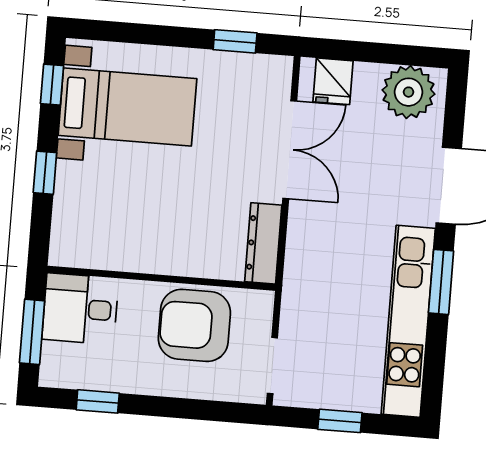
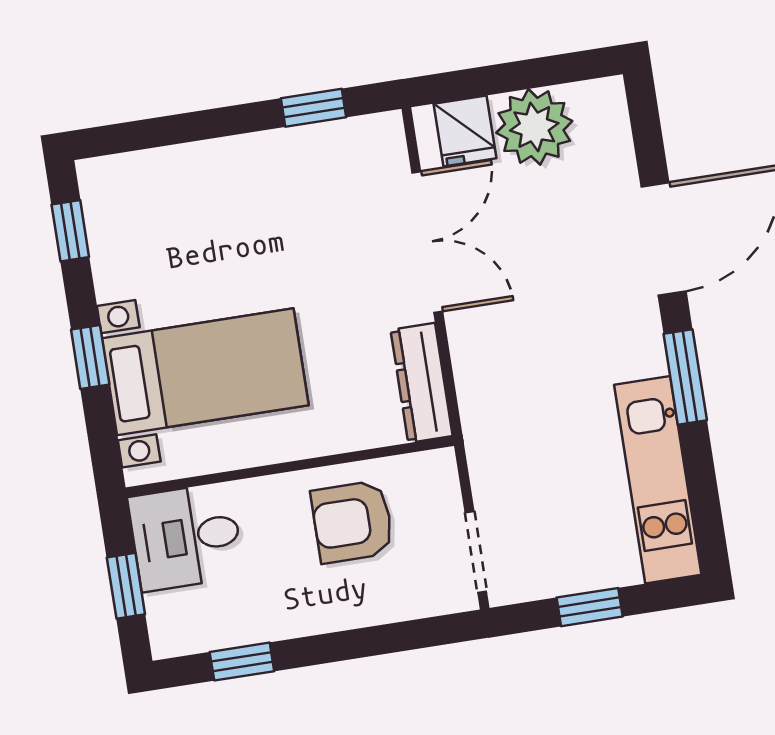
plant: (409, 92) -> (534, 127), moved
bed with nightstands: (127, 107) -> (205, 372), moved
kitchen unit: (408, 321) -> (658, 480), width x0.73
armchair: (194, 325) -> (352, 522), width x0.73, depth x0.73
window: (32, 332) -> (126, 586), width x0.67

